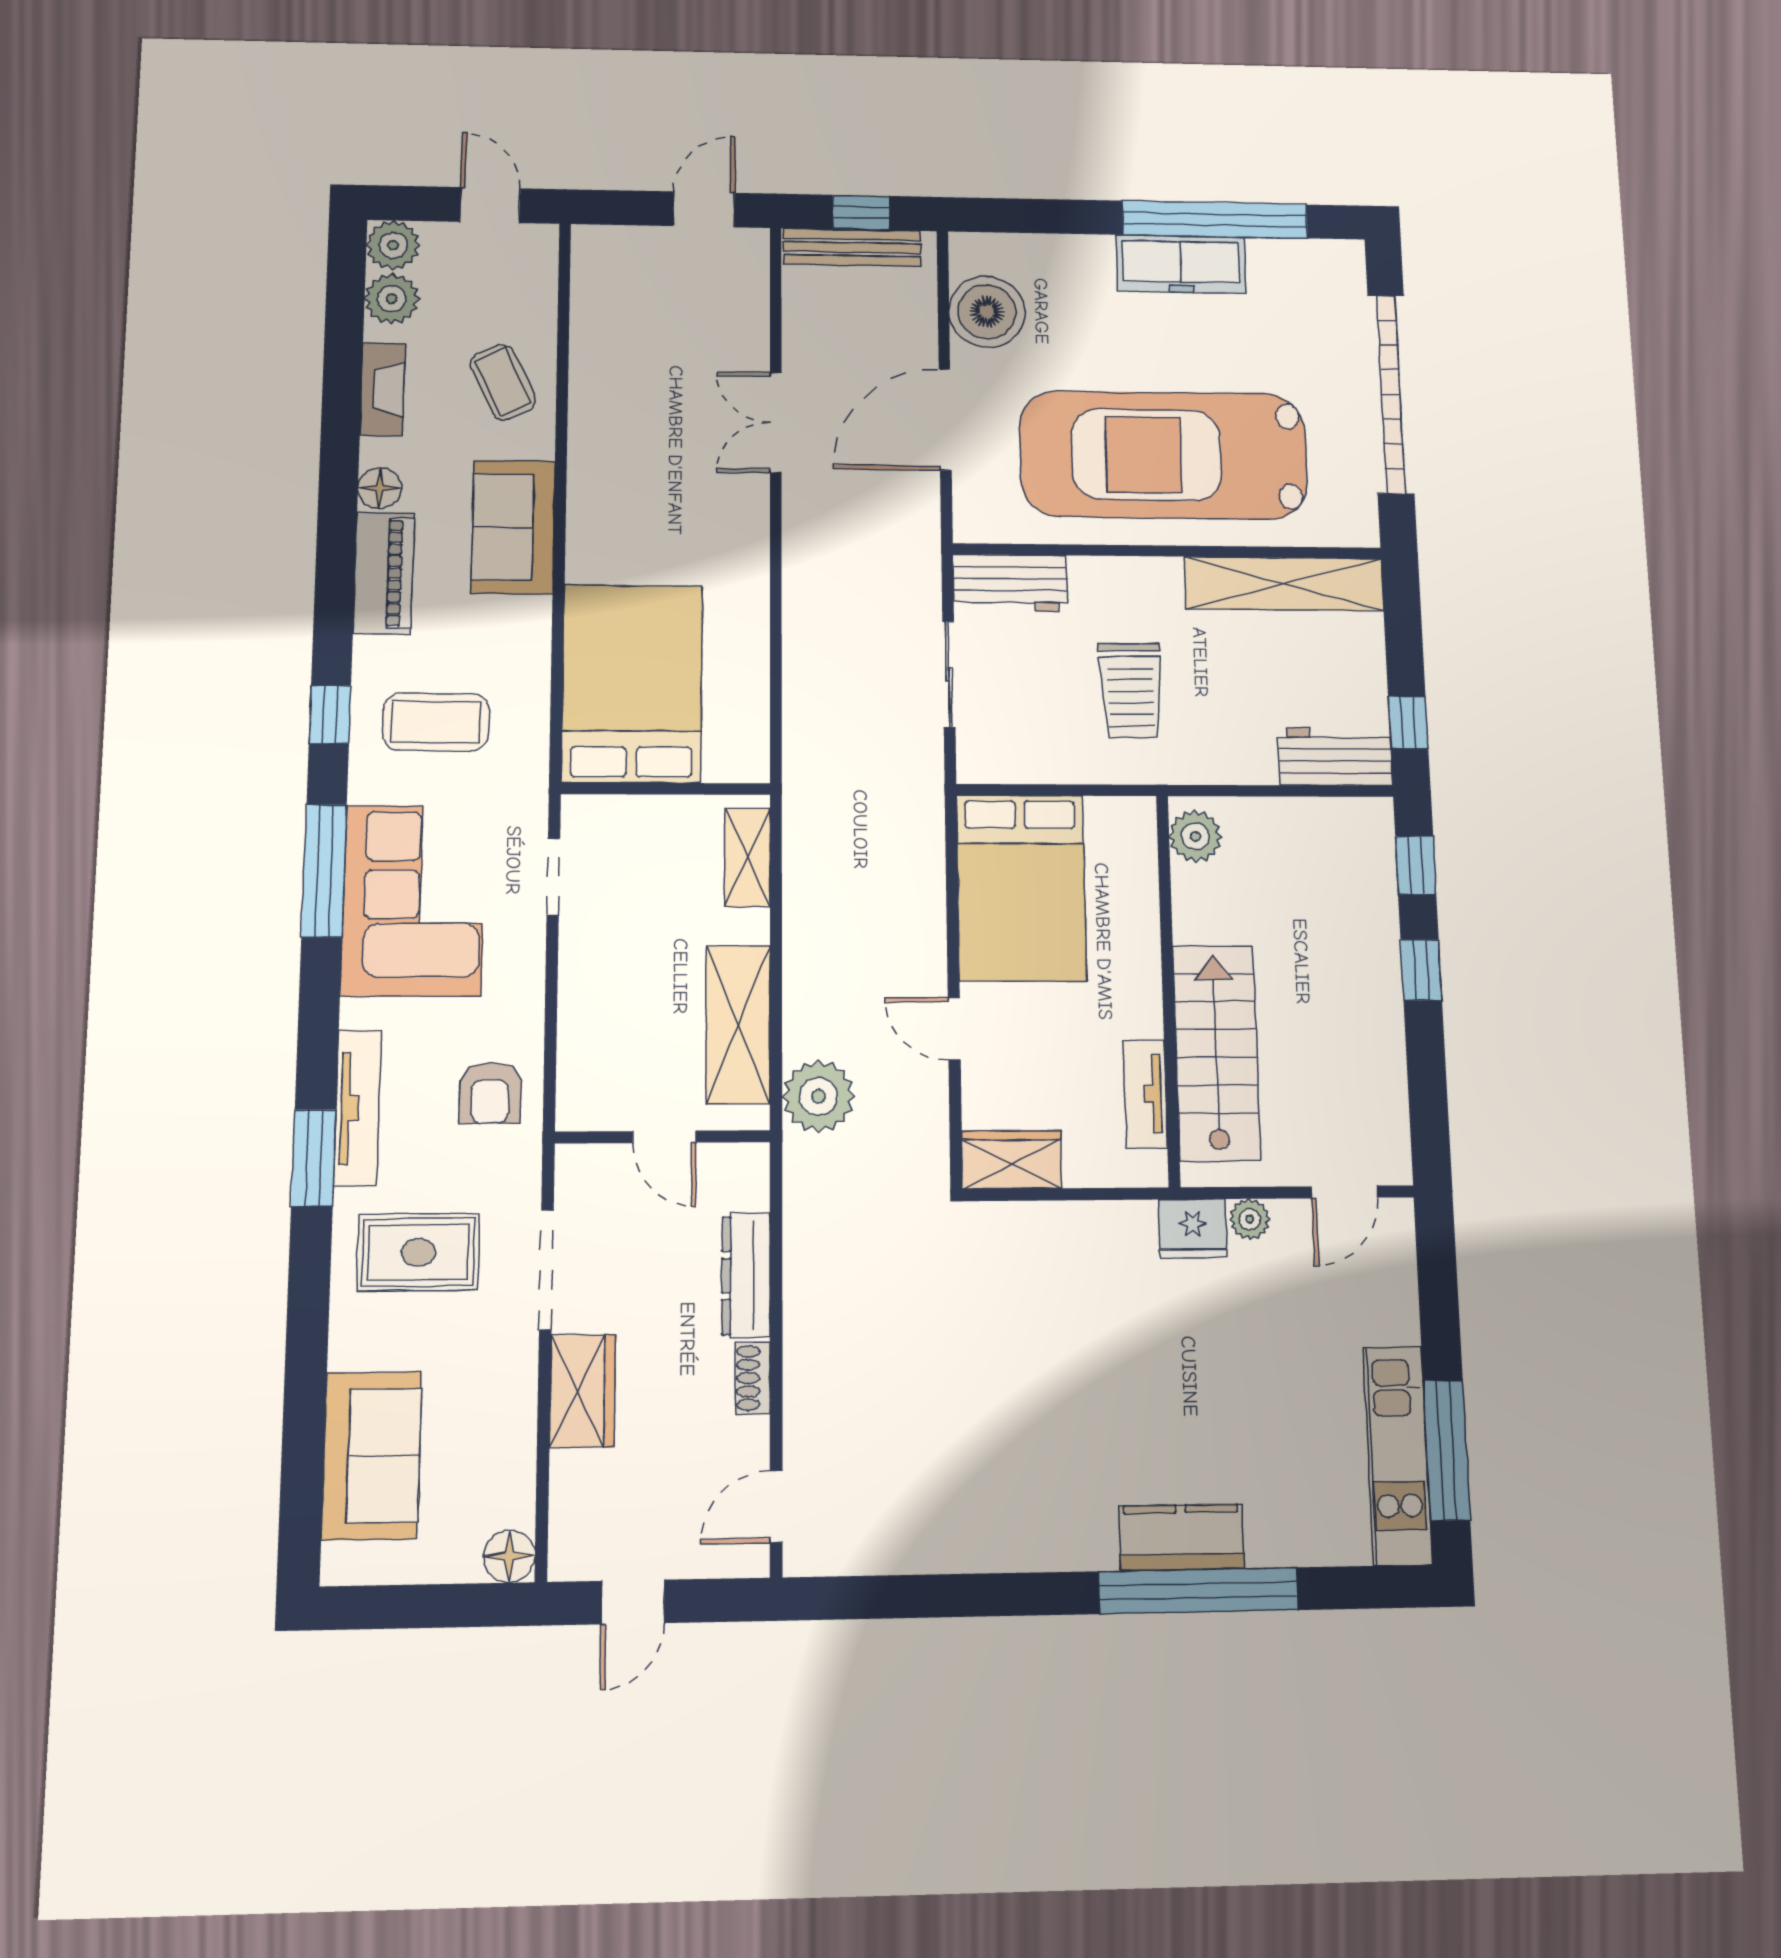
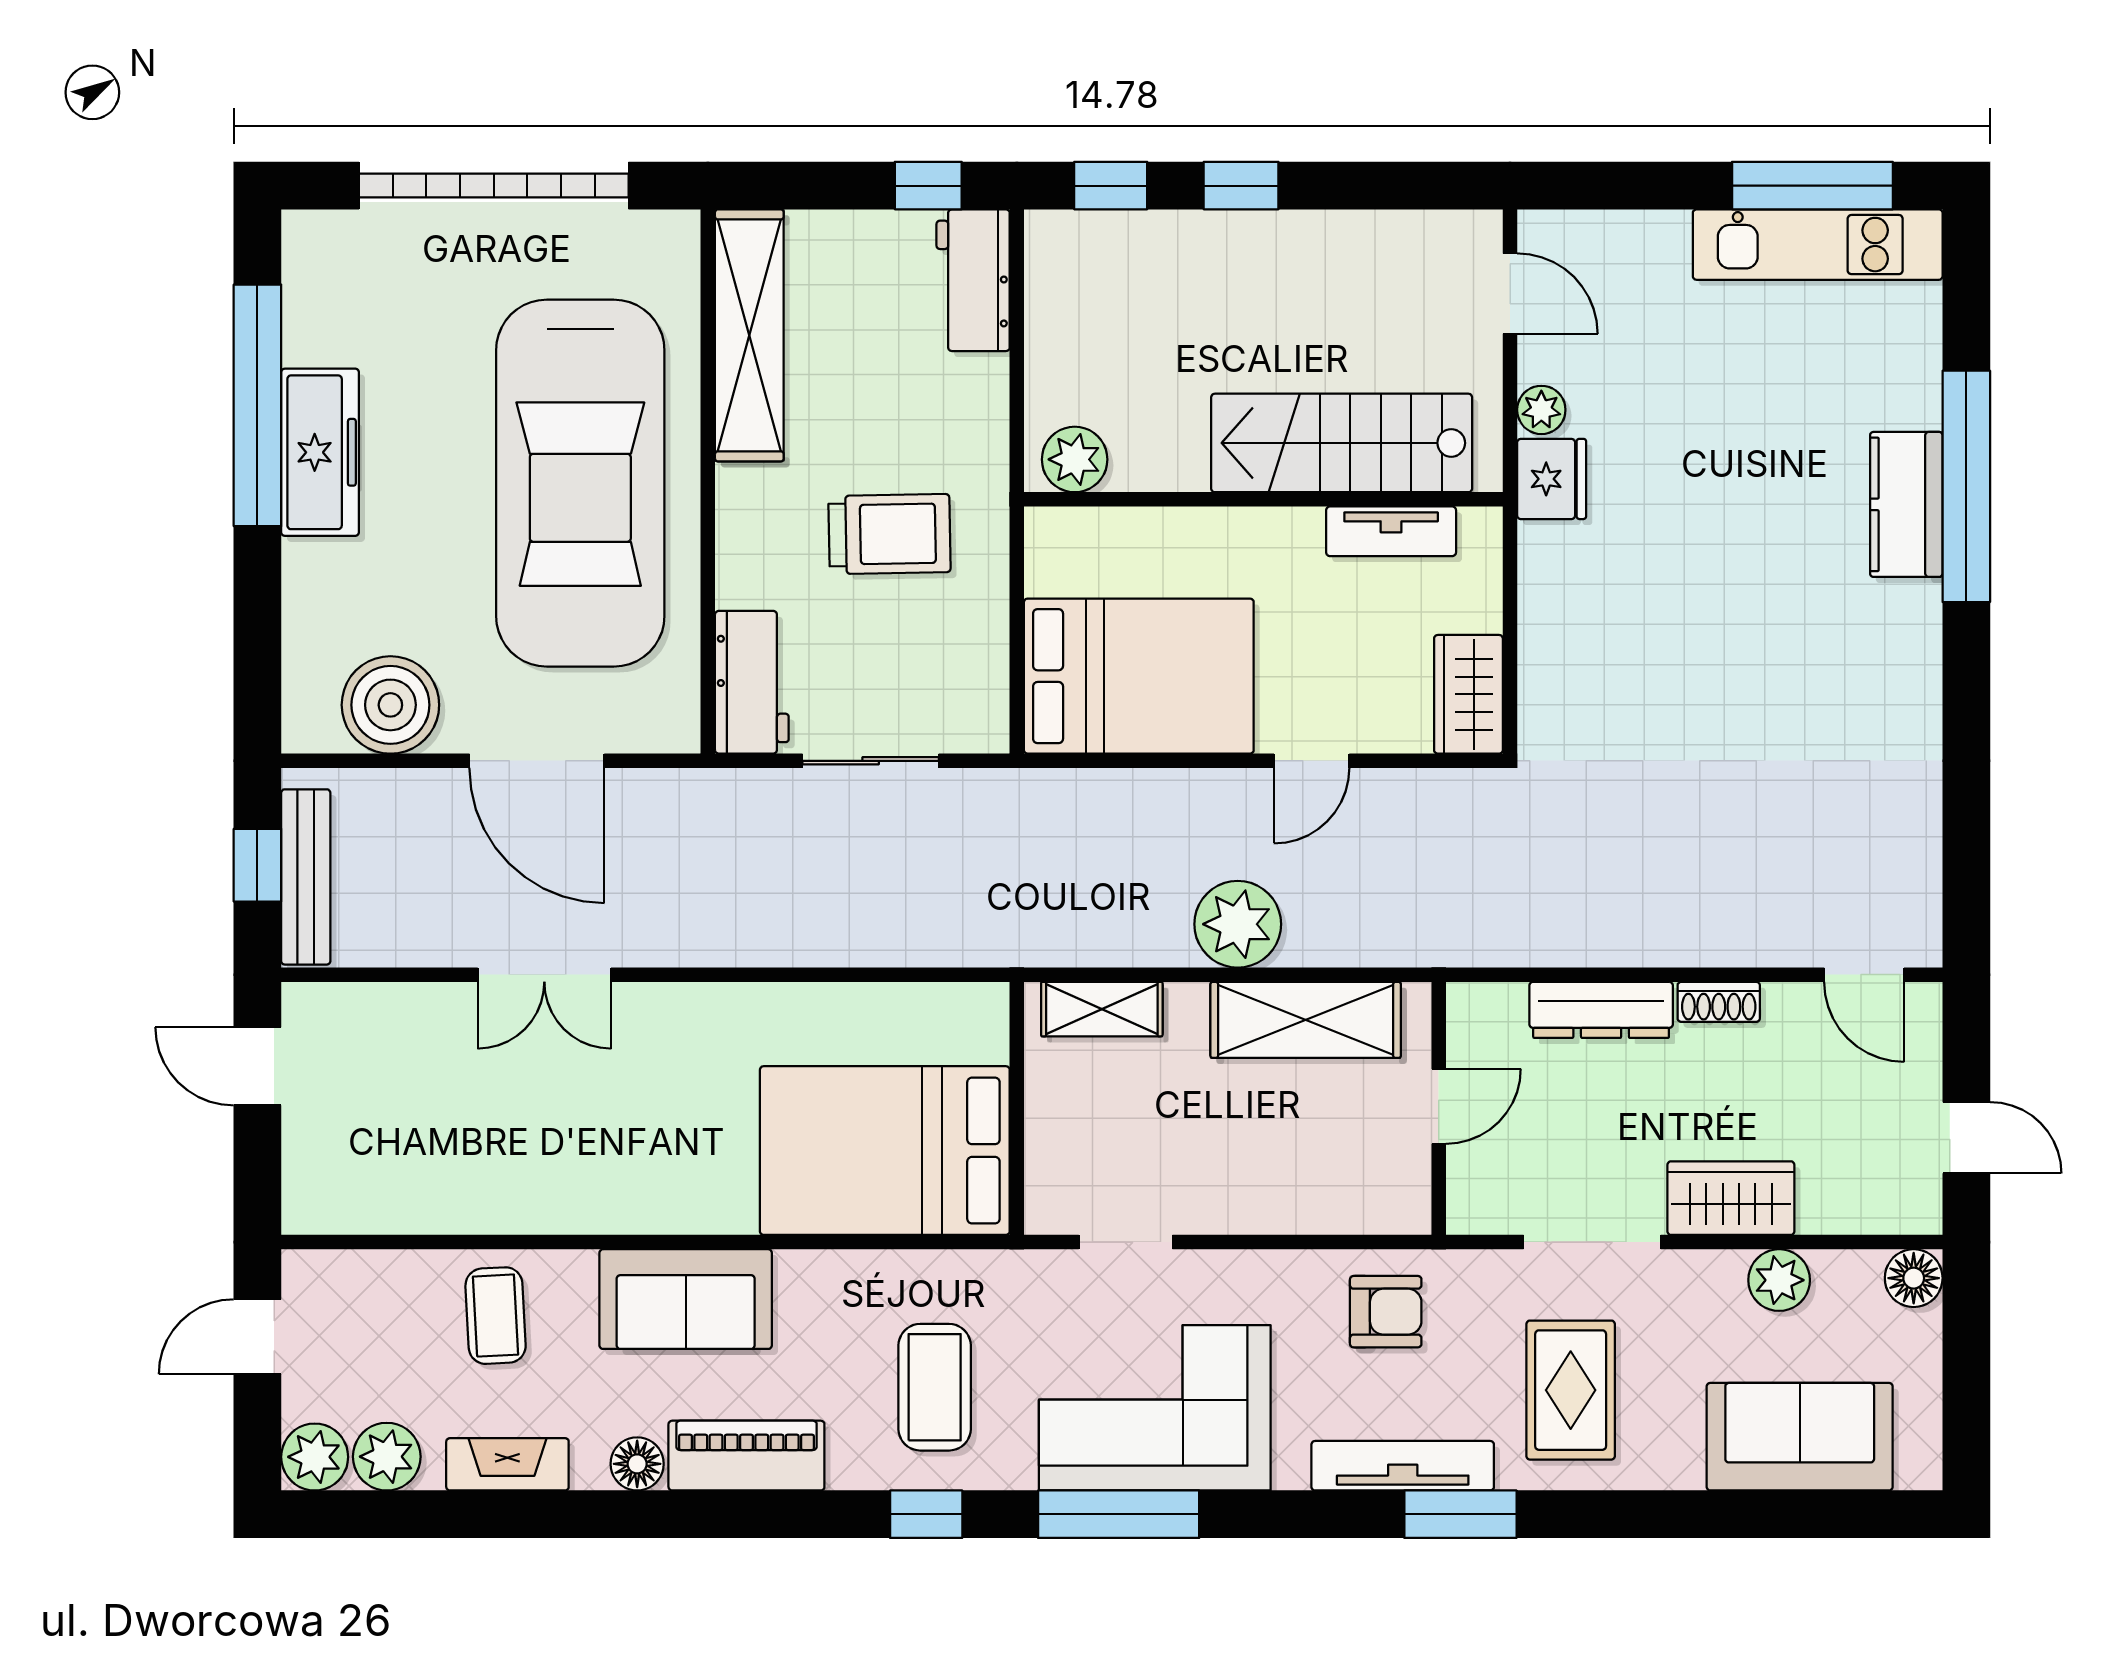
coffee table: (503, 382) -> (496, 1316), turned -68
plant: (818, 1096) -> (1238, 924), moved
plant: (510, 1435) -> (1779, 1280), added

